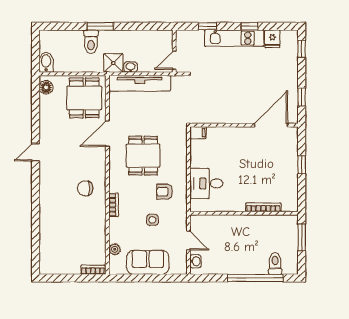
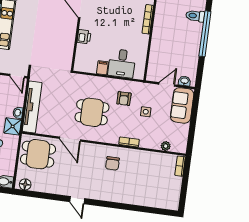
filing cabinet: (198, 133) -> (102, 68), moved
printer: (232, 134) -> (84, 37), added
sofa: (148, 262) -> (182, 105), moved

